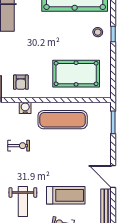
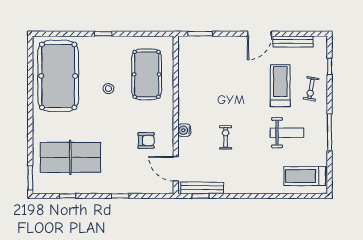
stool: (98, 32) -> (108, 89), moved
armchair: (21, 82) -> (146, 141), moved
exercise mat: (63, 120) -> (197, 89), removed

